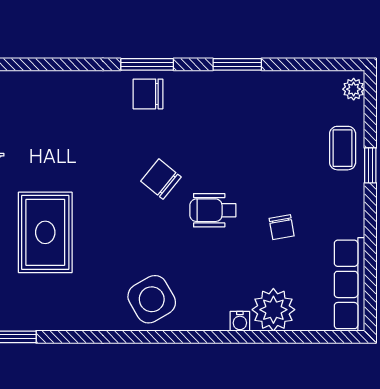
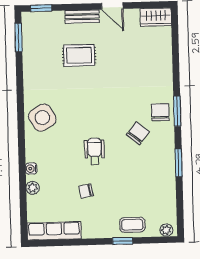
chair: (161, 179) -> (138, 133), moved
rug: (45, 232) -> (79, 55), width x0.73, depth x0.70
plant: (273, 310) -> (33, 188), width x0.53, depth x0.53

